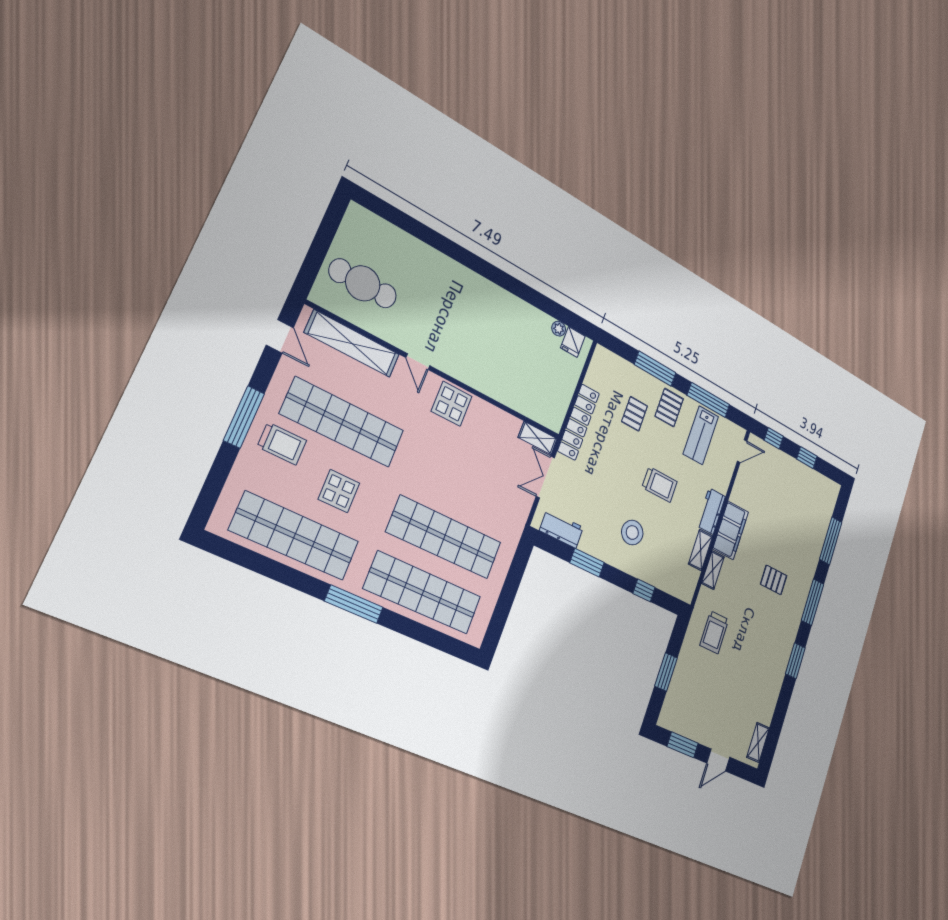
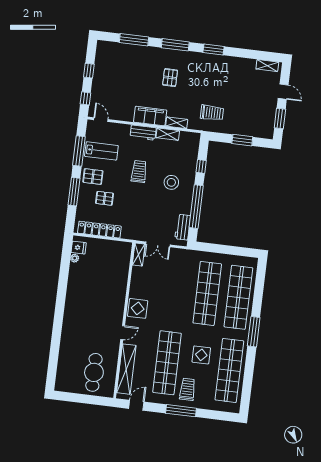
locker: (579, 422) -> (99, 230), moved
window: (587, 563) -> (196, 207), width x2.11

